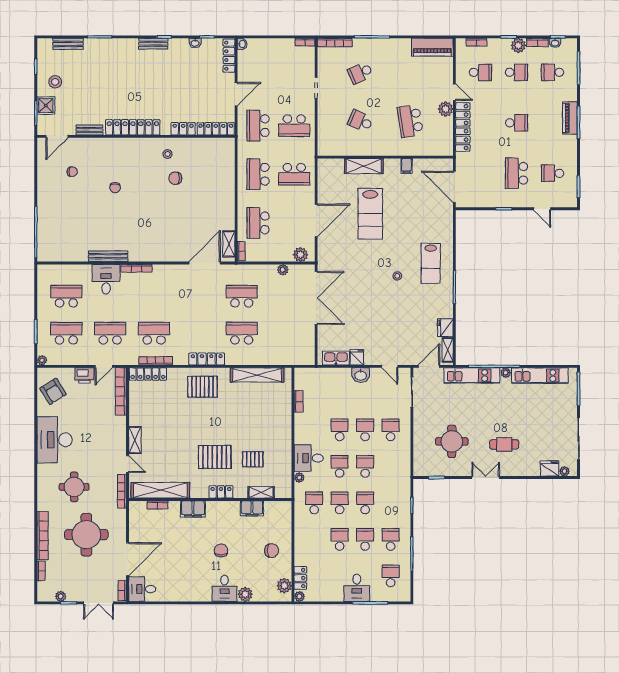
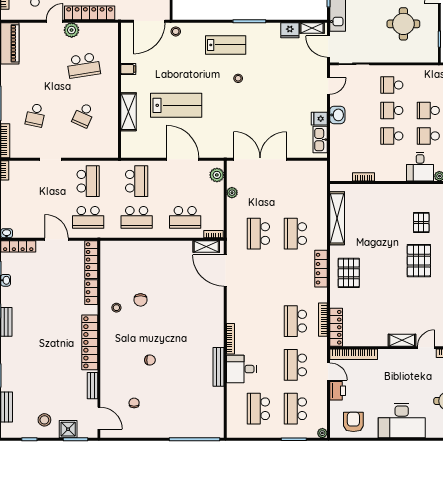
school desk: (360, 73) -> (35, 115), turned 36
stool: (444, 213) -> (176, 31), added
armchair: (53, 391) -> (353, 422), turned -58

